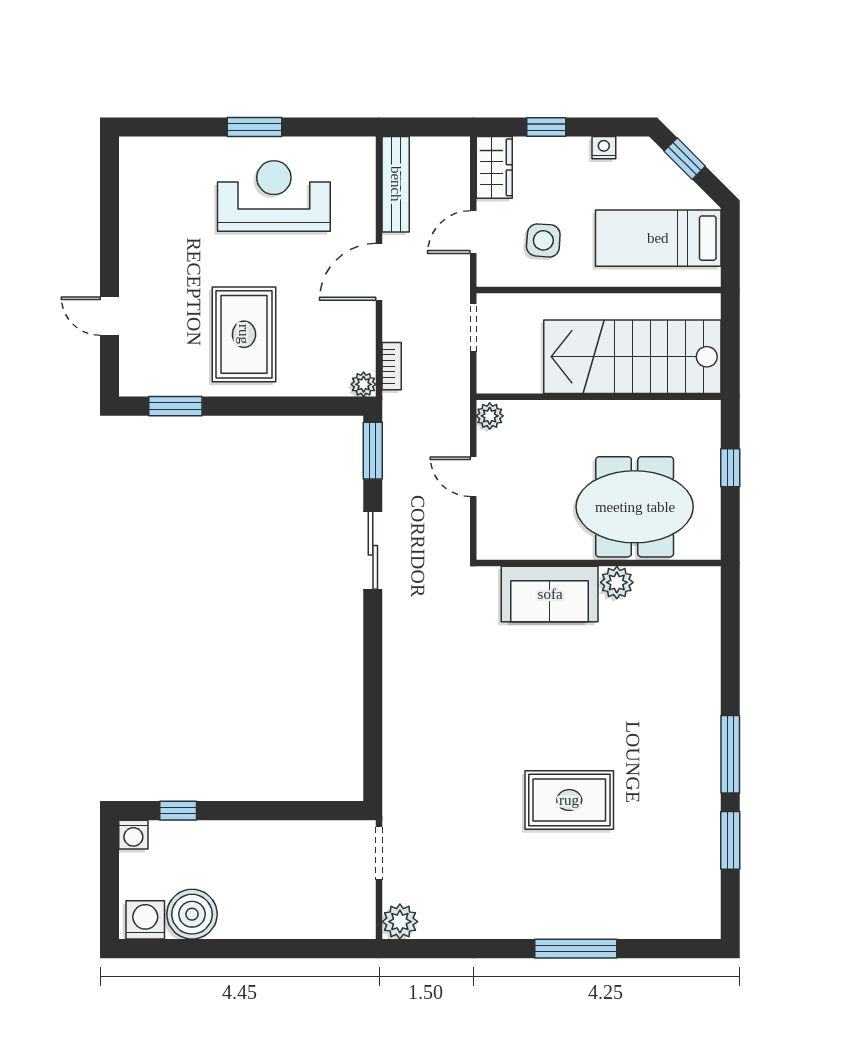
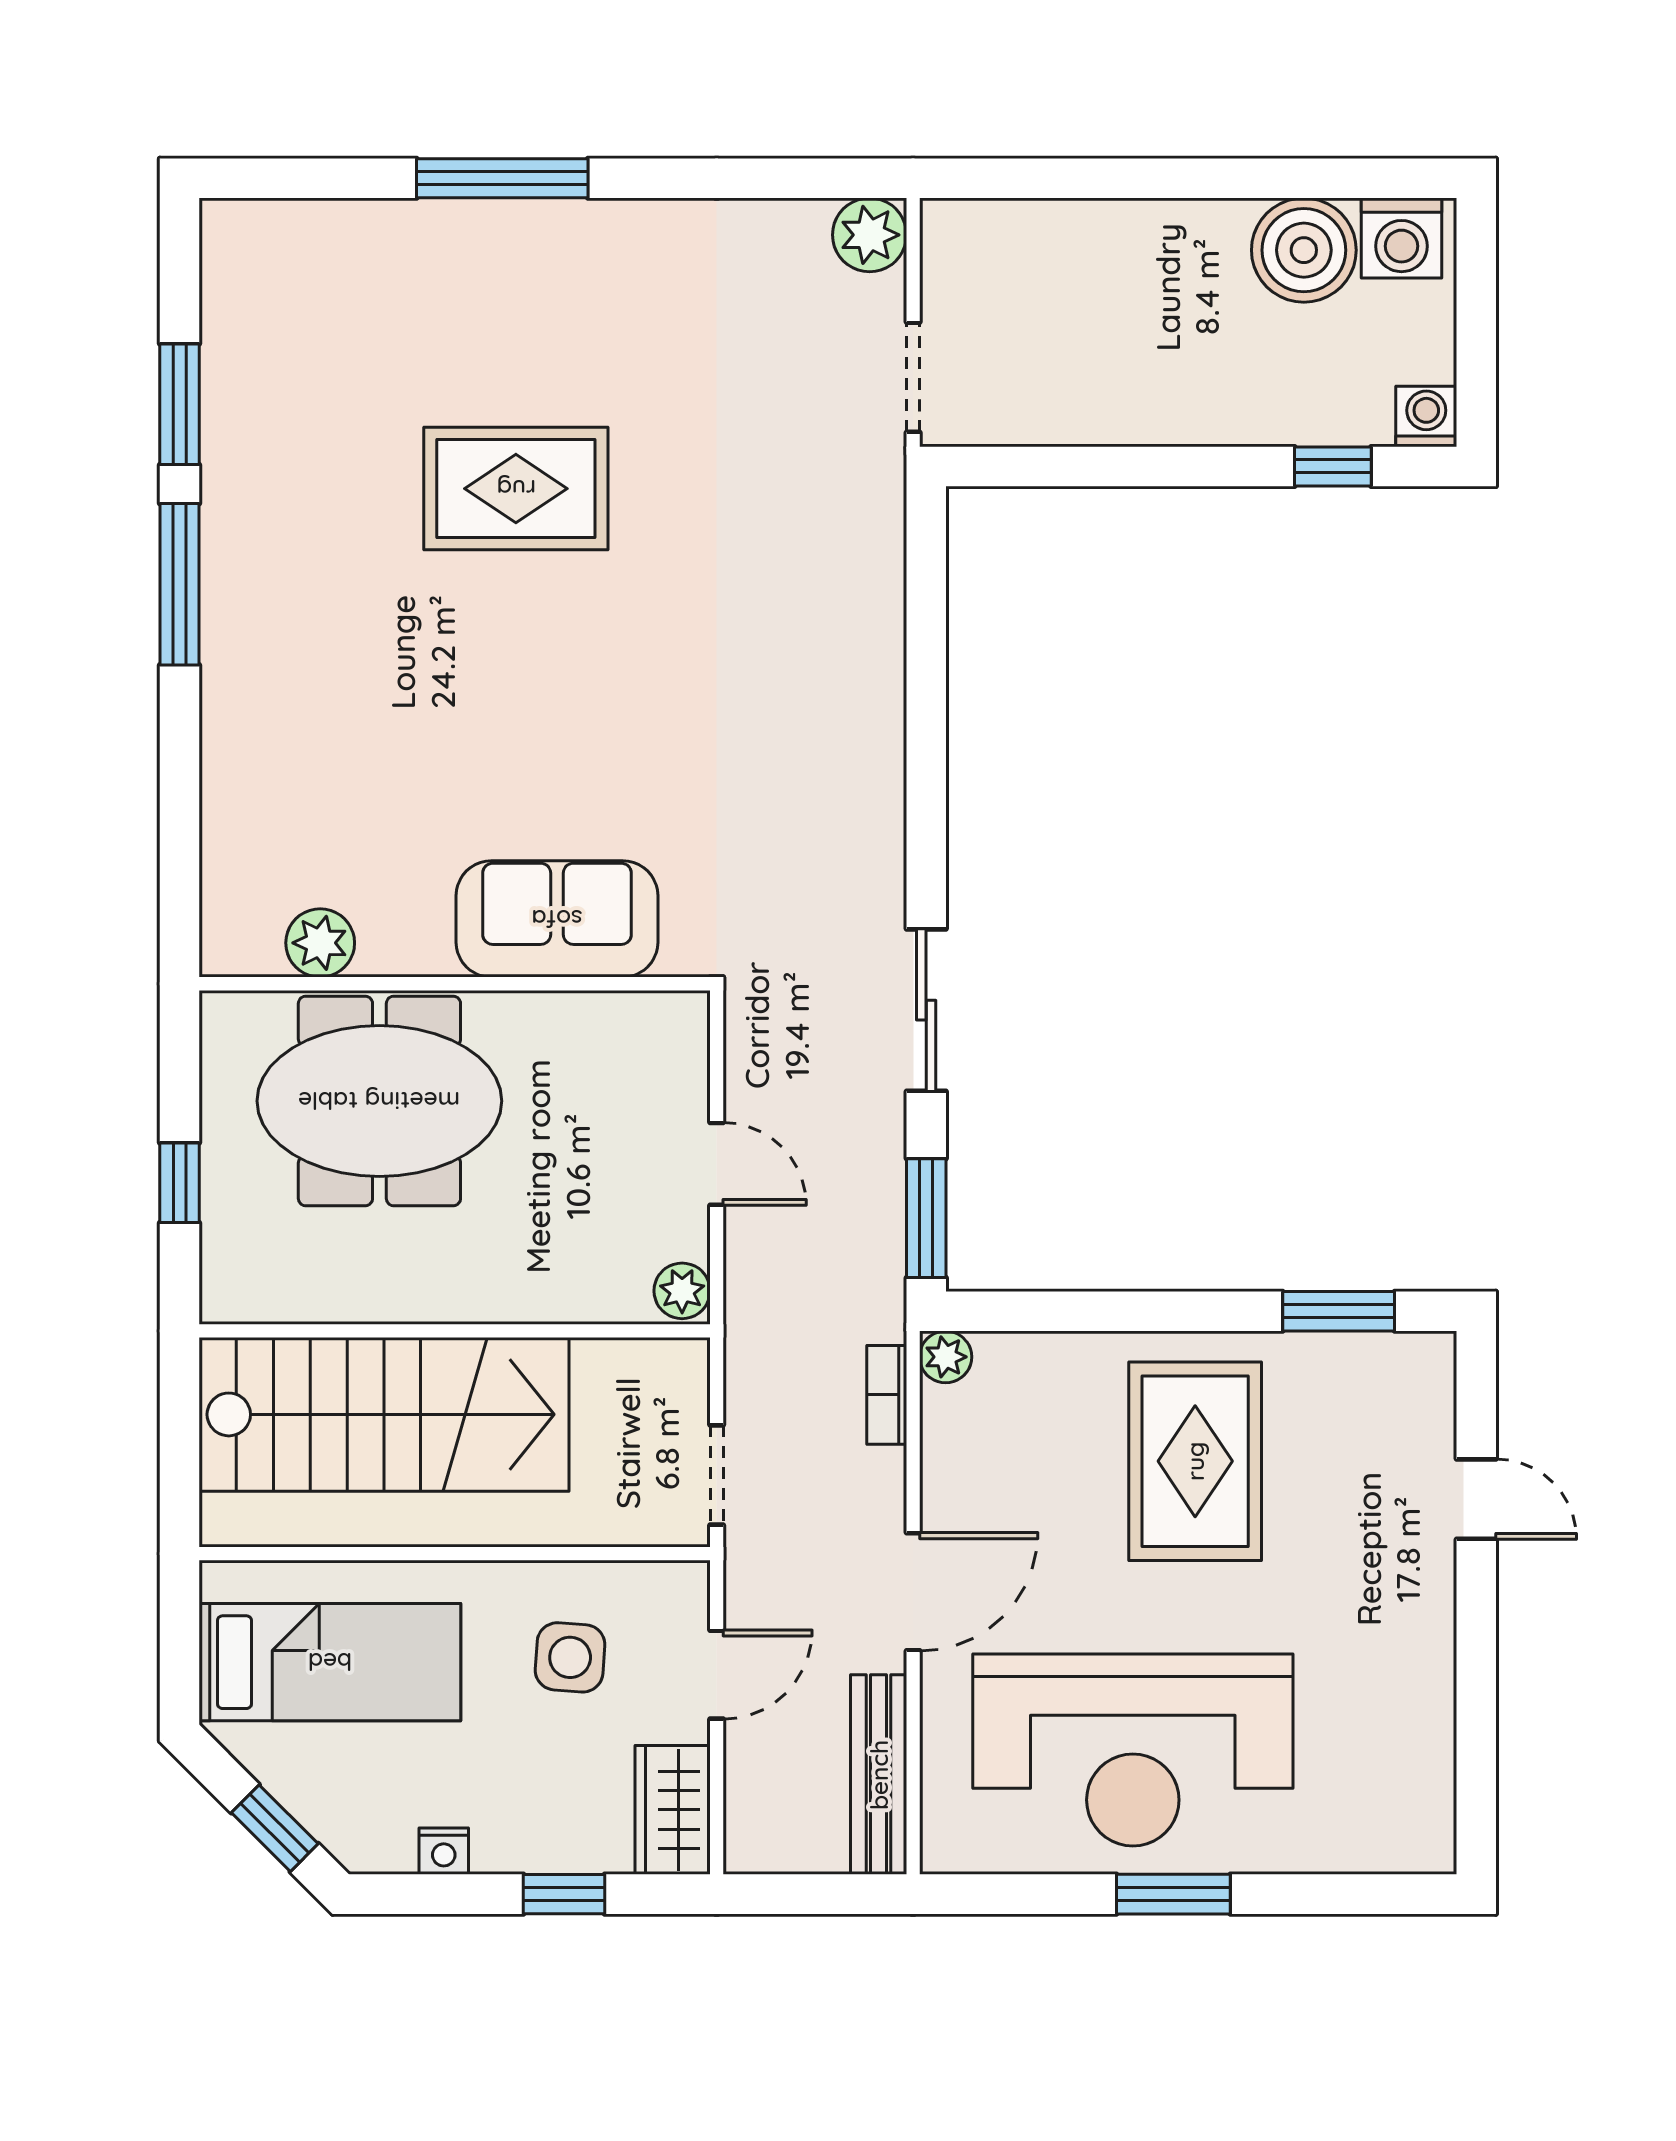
reception desk: (274, 196) -> (1133, 1750), width x1.36, depth x1.30
plant: (617, 582) -> (320, 943), moved

